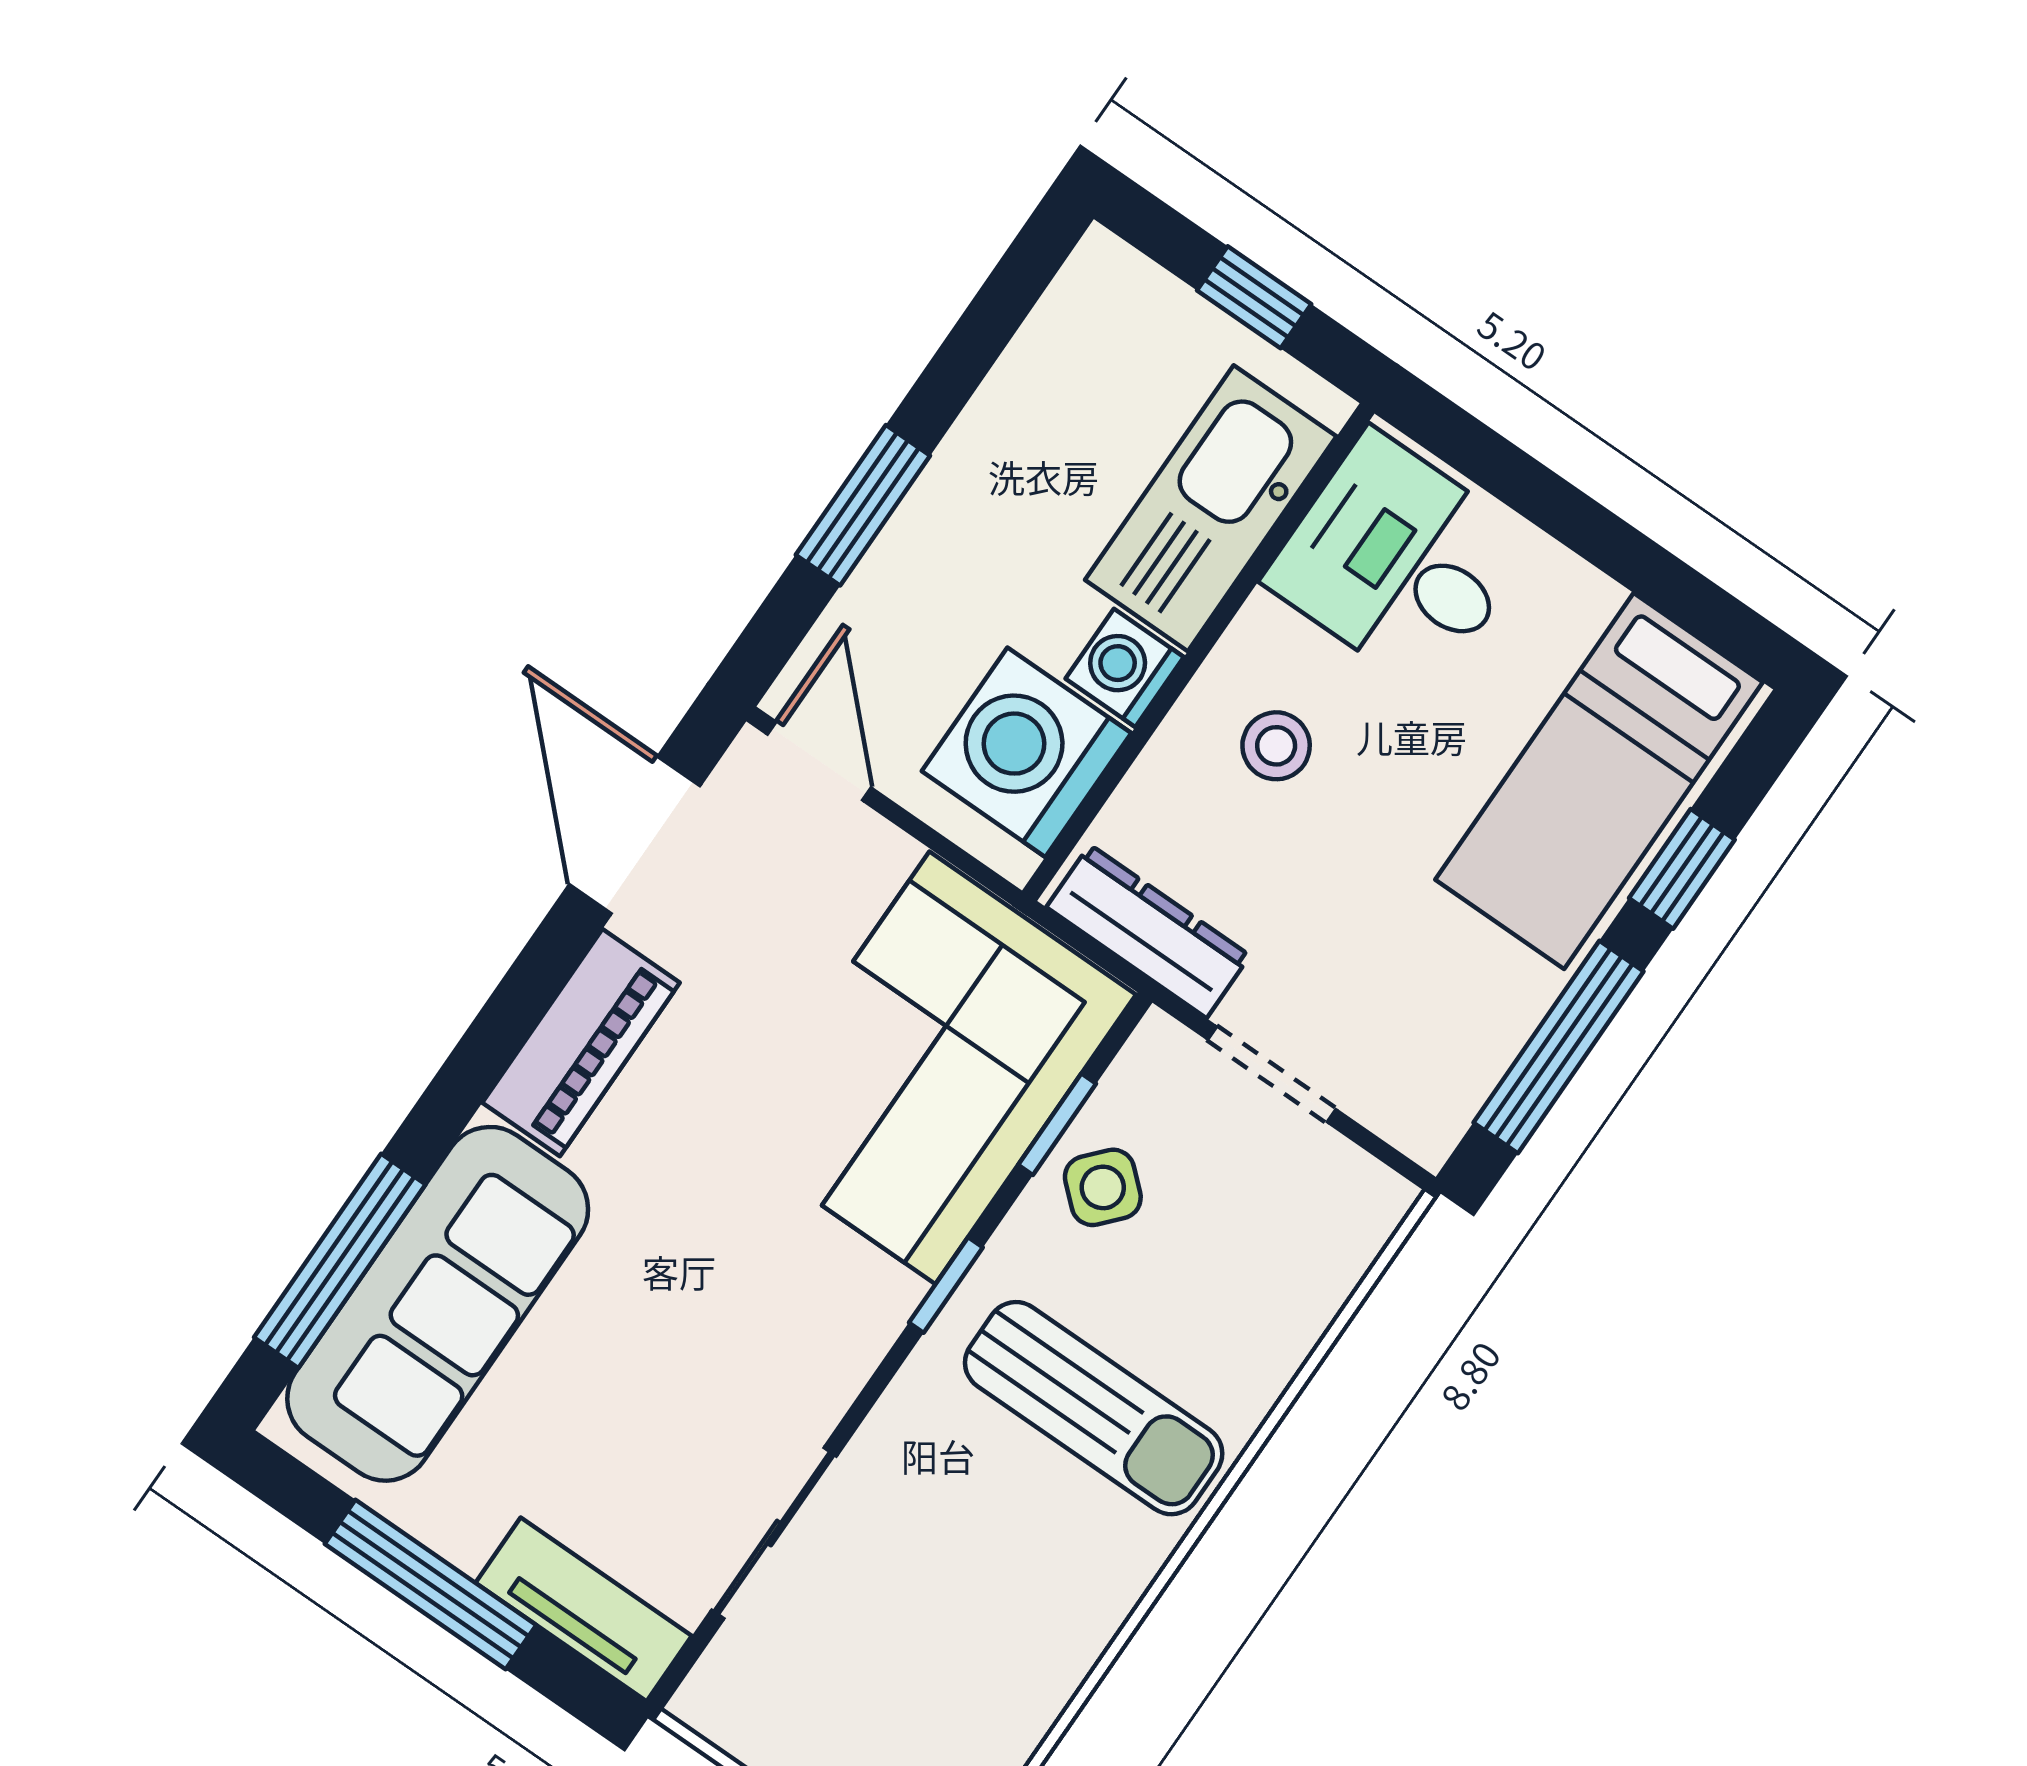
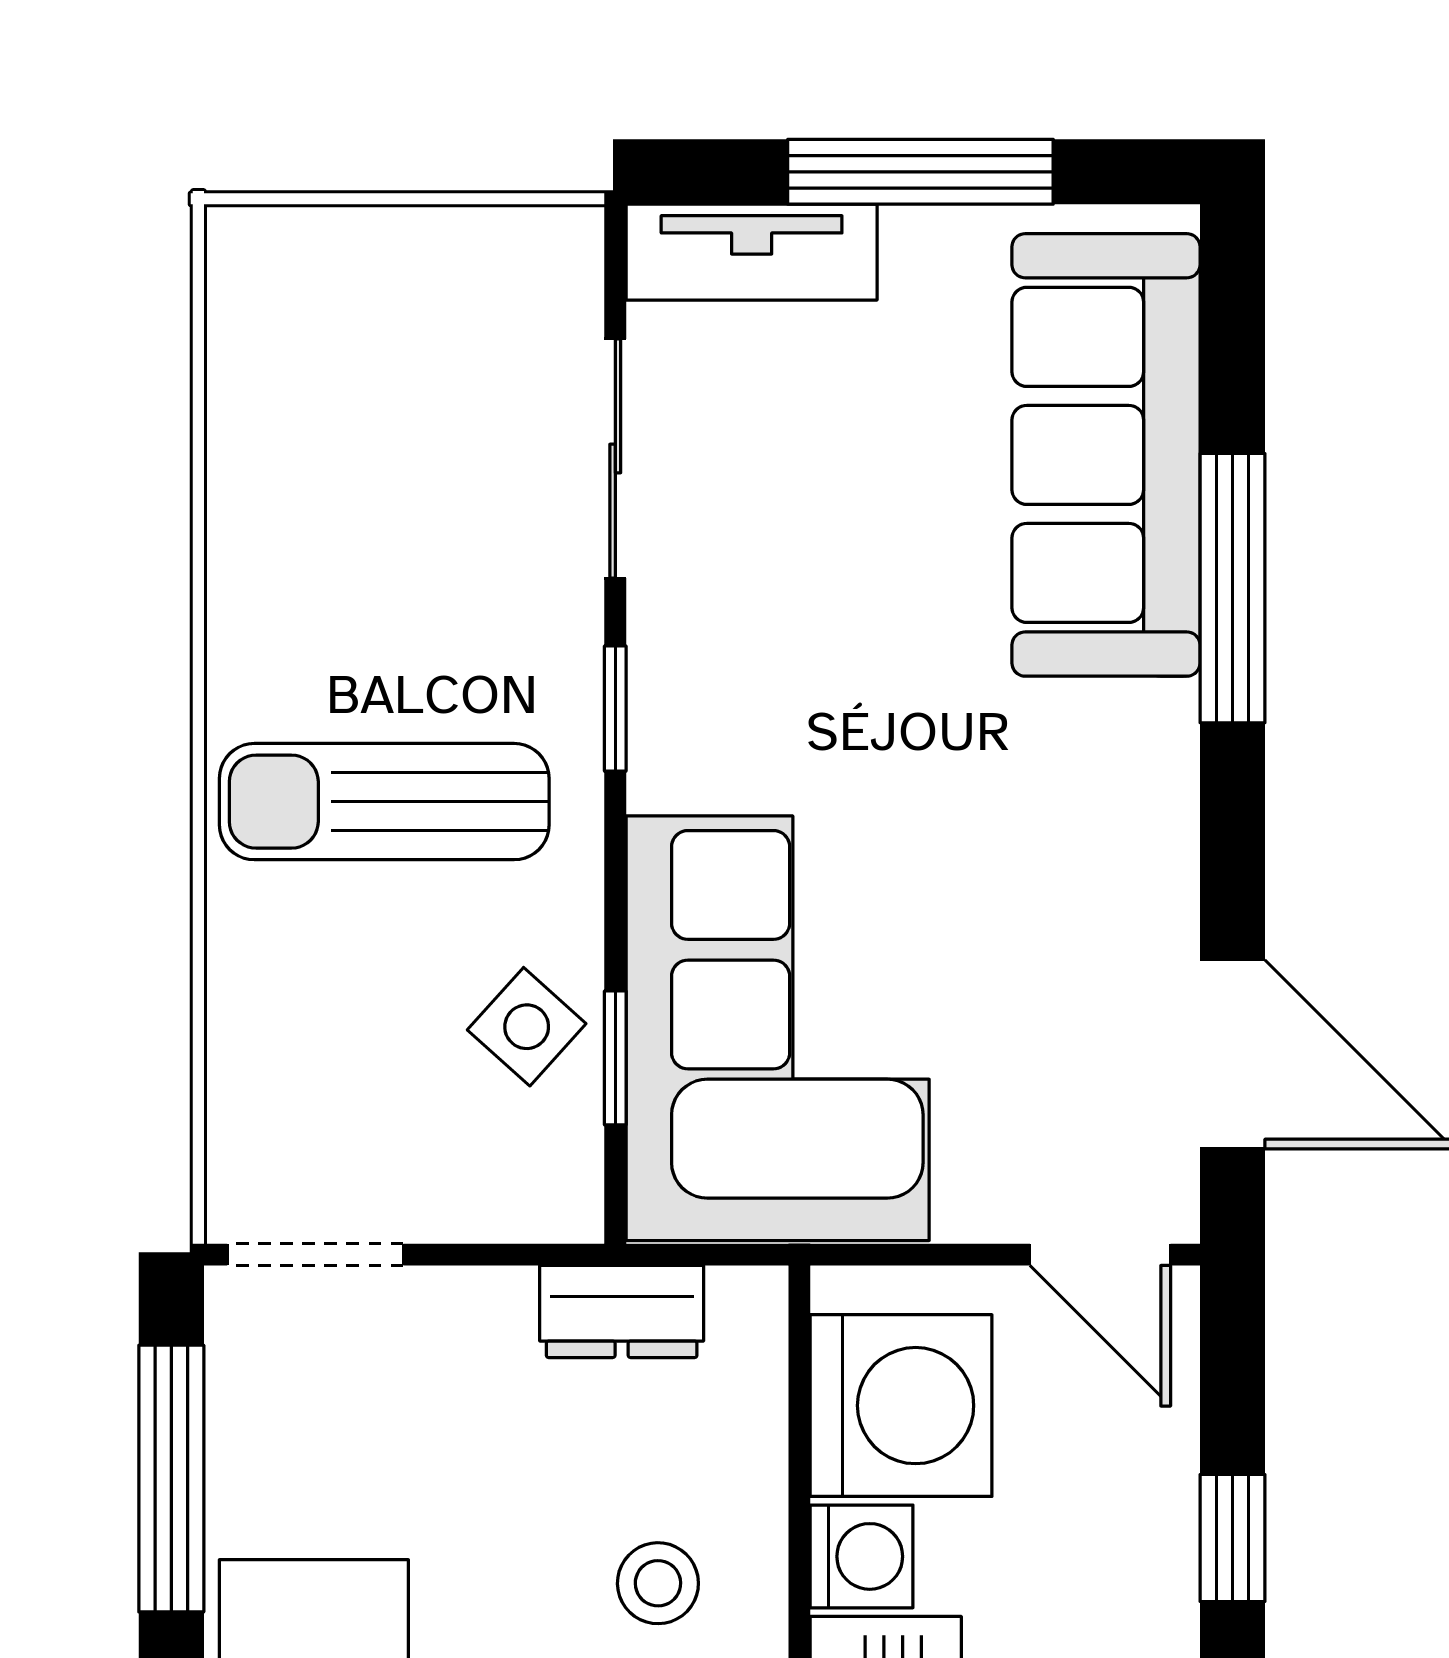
window: (863, 505) -> (1233, 1538), width x0.67
dresser: (1148, 931) -> (622, 1312), width x0.70
piano: (581, 1043) -> (1143, 812), removed
doorway: (1272, 1074) -> (315, 1255), moved
window: (340, 1261) -> (1233, 588), moved
window: (946, 1285) -> (615, 709), moved

